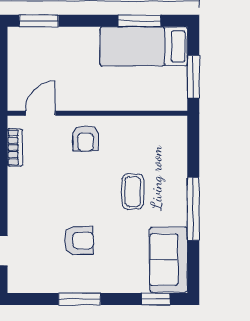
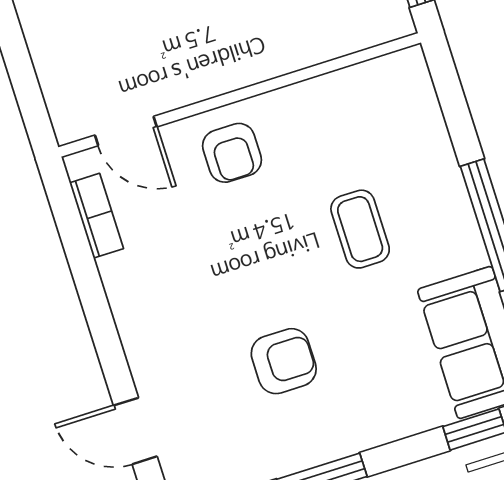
door: (40, 113) -> (126, 131), swing flipped

